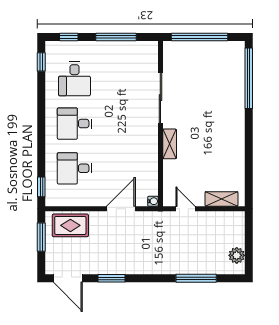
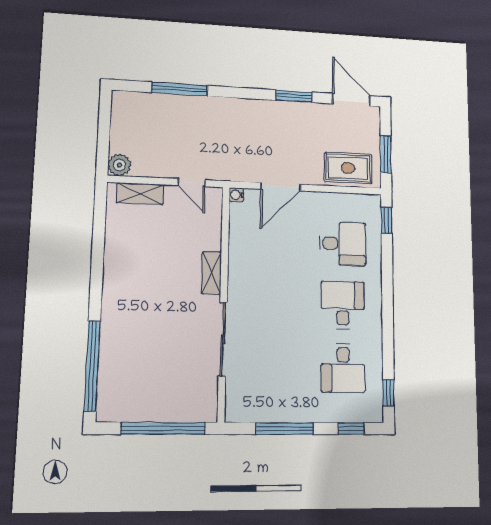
desk: (74, 79) -> (343, 368), turned 180
desk: (74, 124) -> (343, 305), turned -90
plant: (237, 255) -> (120, 165), moved

